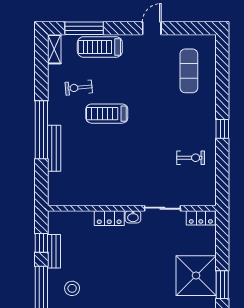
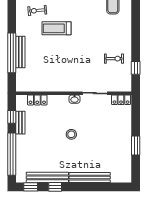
window: (222, 129) -> (136, 68), moved
window: (41, 130) -> (12, 53), moved
locker: (109, 218) -> (37, 100), moved
shower: (196, 276) -> (118, 139), removed
stool: (72, 288) -> (71, 134), moved

